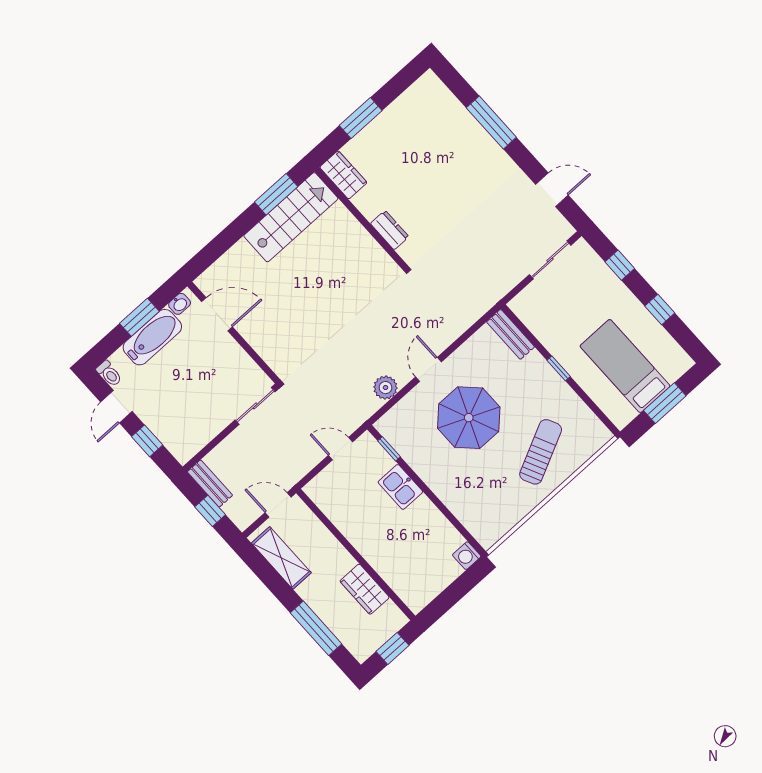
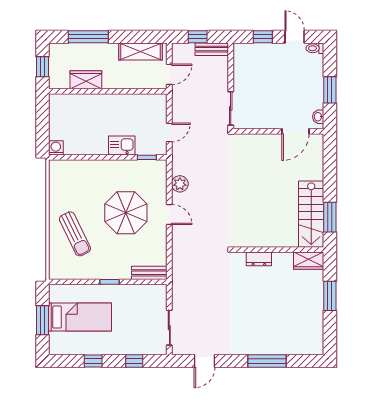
bathtub: (152, 337) -> (314, 87), removed

